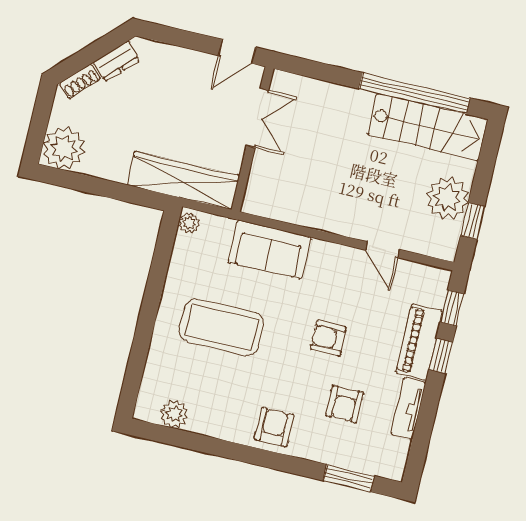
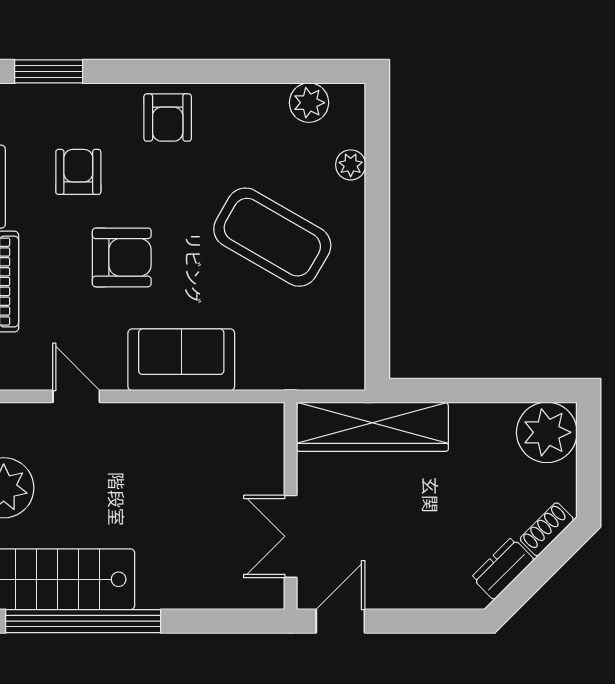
plant: (189, 223) -> (351, 165), moved
sofa: (270, 250) -> (181, 360), moved
coffee table: (221, 327) -> (272, 237), turned 30
armchair: (329, 338) -> (122, 257), width x1.38, depth x1.38

